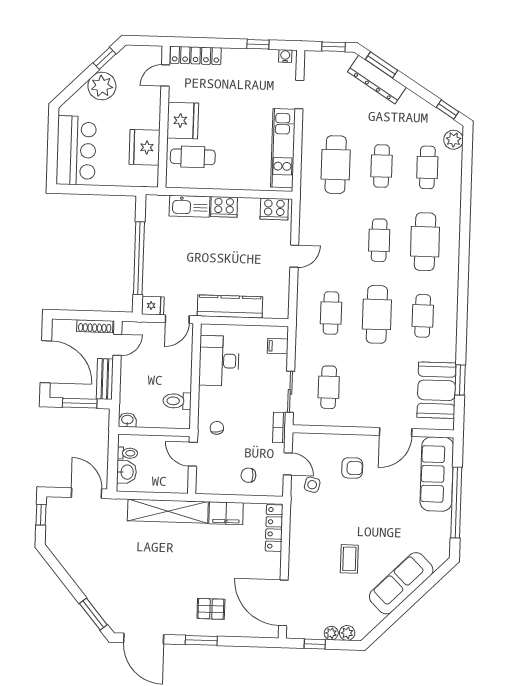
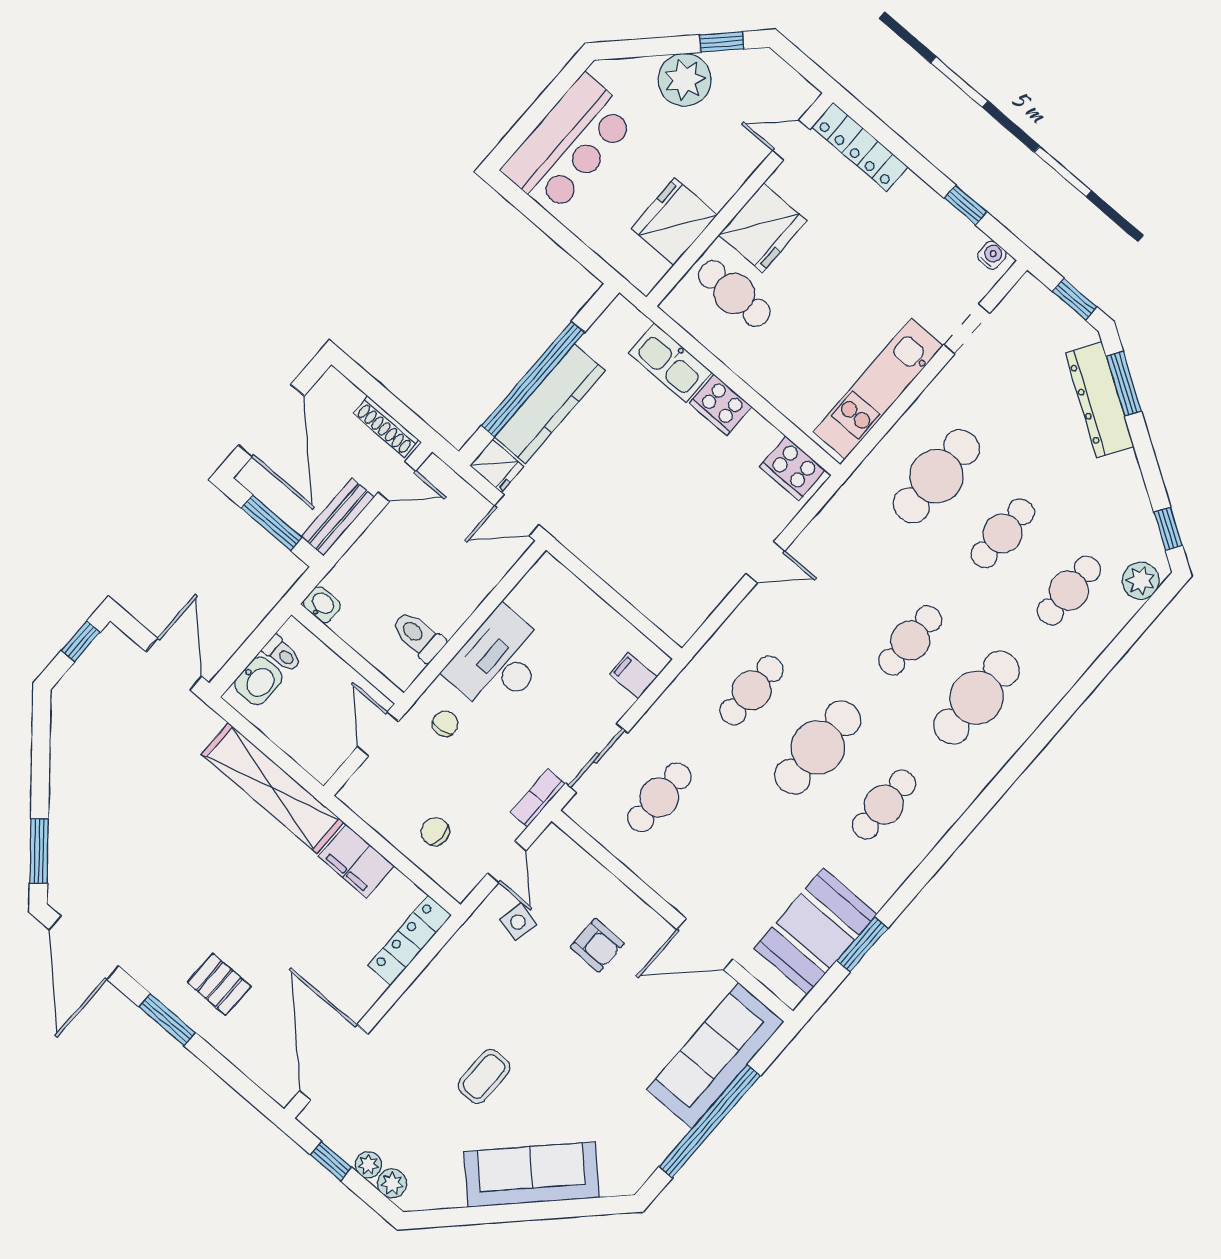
kitchen counter: (230, 306) -> (550, 404), moved, turned 90
desk: (219, 361) -> (499, 662), moved

